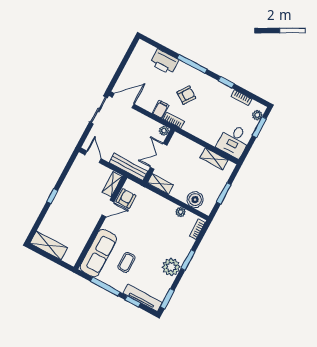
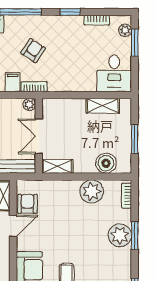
plant: (181, 212) -> (92, 192), width x1.87, depth x1.87
plant: (171, 267) -> (120, 235), moved

